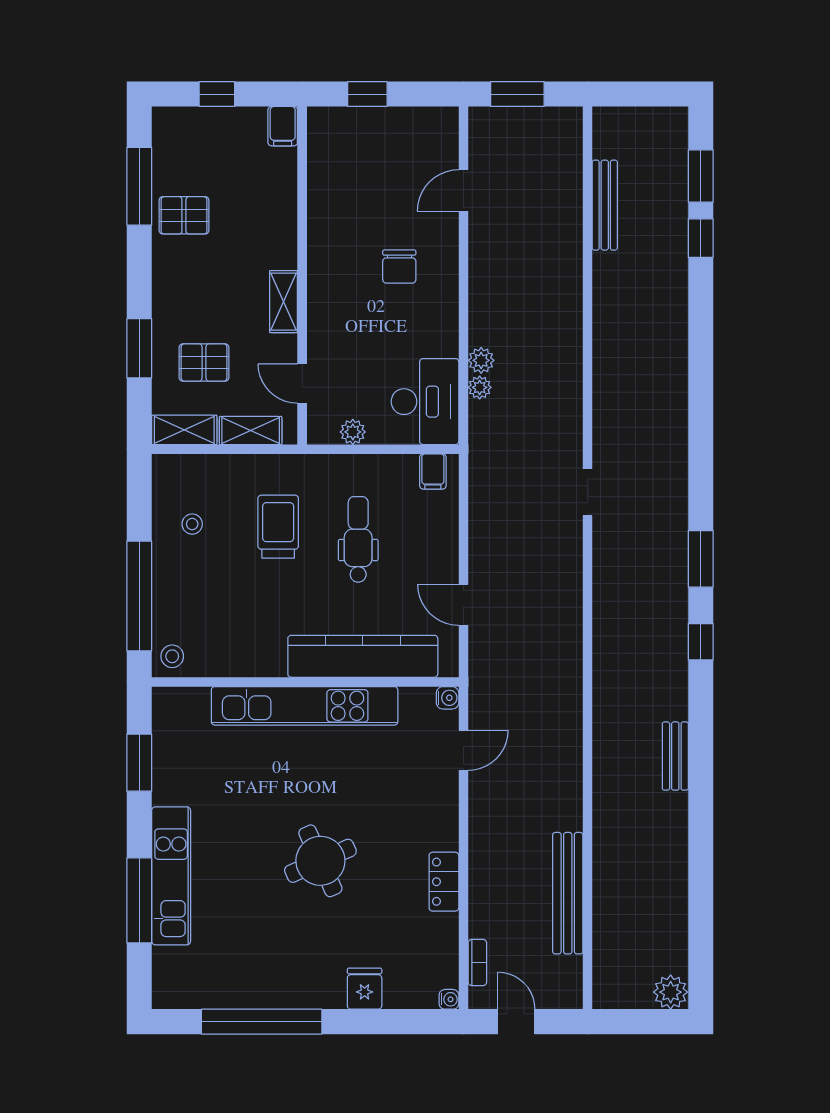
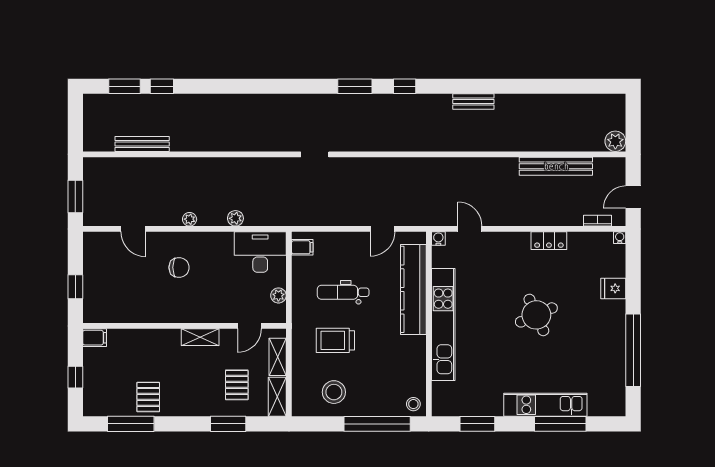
plant: (480, 387) -> (190, 219), moved
stool: (192, 524) -> (334, 392), width x1.89, depth x1.89
plant: (671, 992) -> (615, 141), moved

